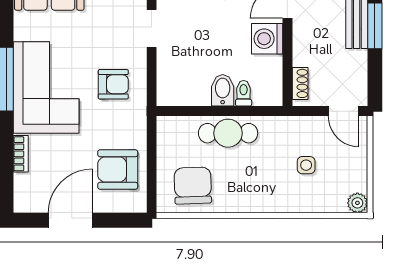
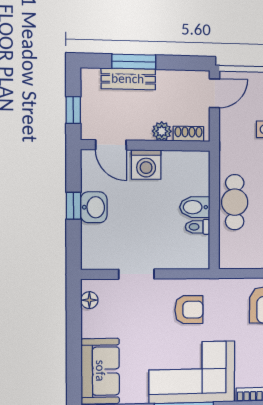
plant: (303, 55) -> (162, 131), added
armchair: (113, 84) -> (189, 310), turned 90
toilet: (244, 93) -> (198, 227), moved

